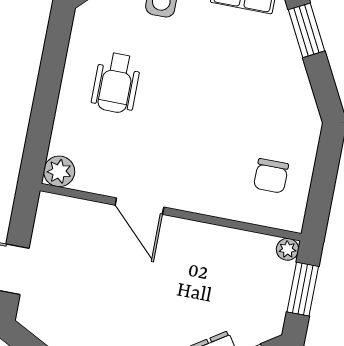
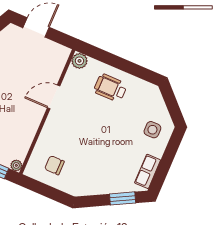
wheelchair: (116, 83) -> (110, 88), moved

